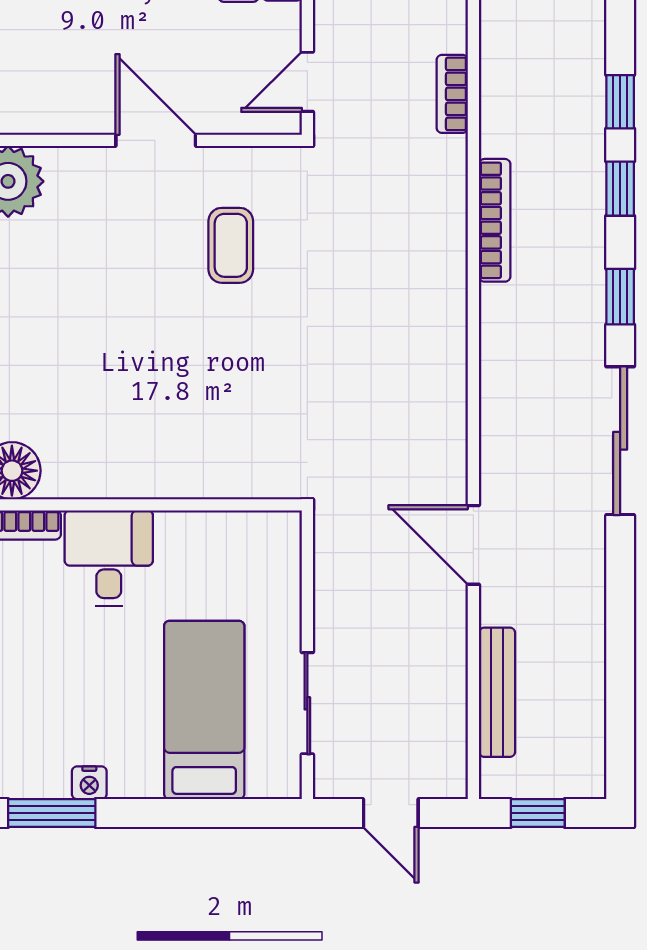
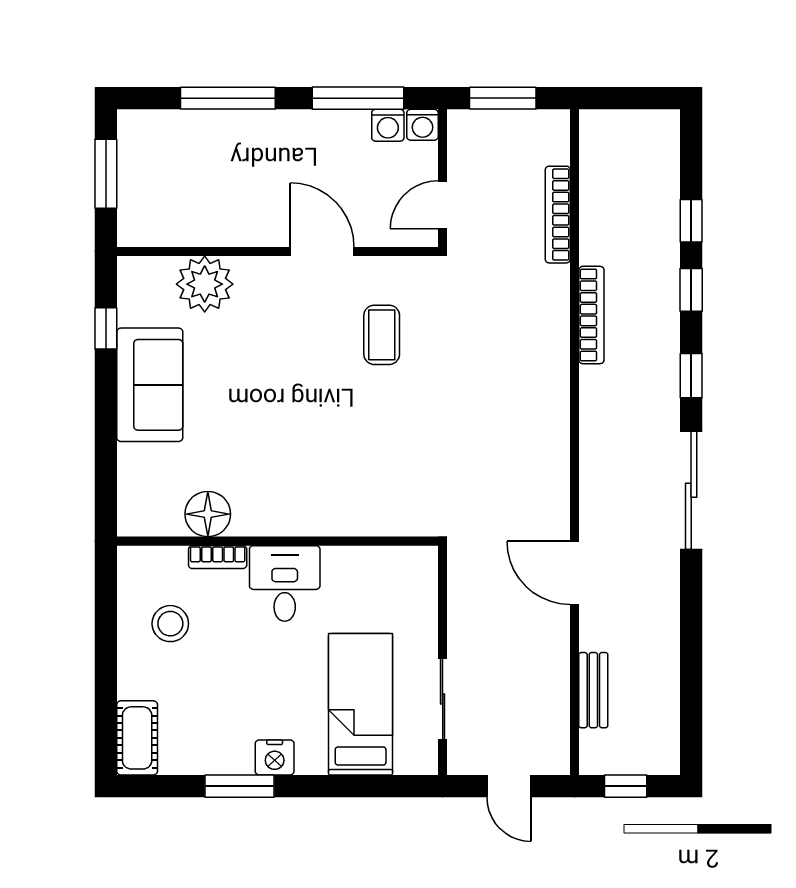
bookcase: (452, 94) -> (558, 215), width x1.56
bench: (497, 692) -> (593, 690), width x0.73
nightstand: (89, 783) -> (275, 757), width x1.39, depth x1.35

